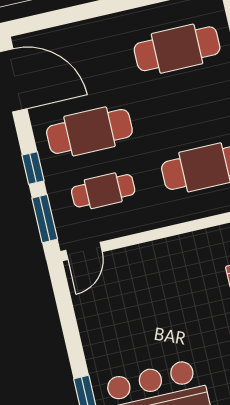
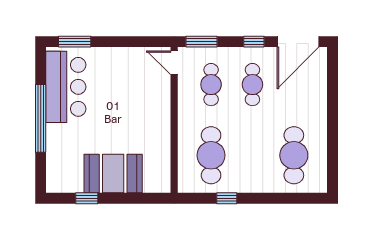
cafe table: (89, 131) -> (252, 85), width x0.73, depth x0.74
window: (33, 168) -> (254, 42), moved

